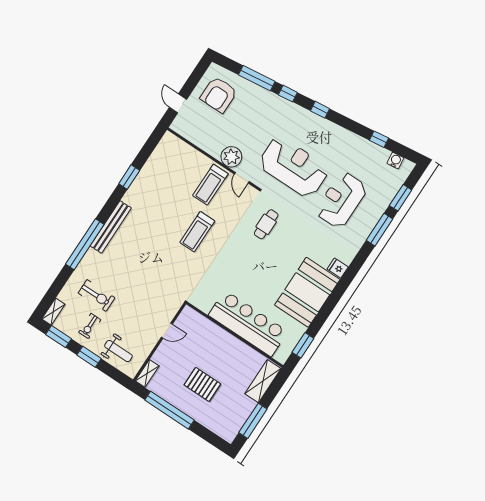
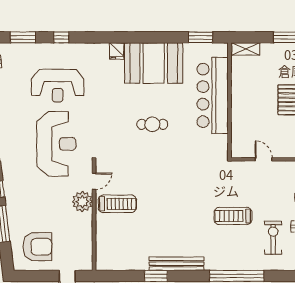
reception desk: (294, 167) -> (56, 144), turned 180
cafe table: (266, 224) -> (152, 124), moved
bench: (111, 227) -> (176, 264), moved
window: (379, 230) -> (61, 37), width x0.46
treadmill: (197, 232) -> (233, 216), moved, turned 180
shelving: (263, 381) -> (246, 49), width x0.67, depth x0.75

